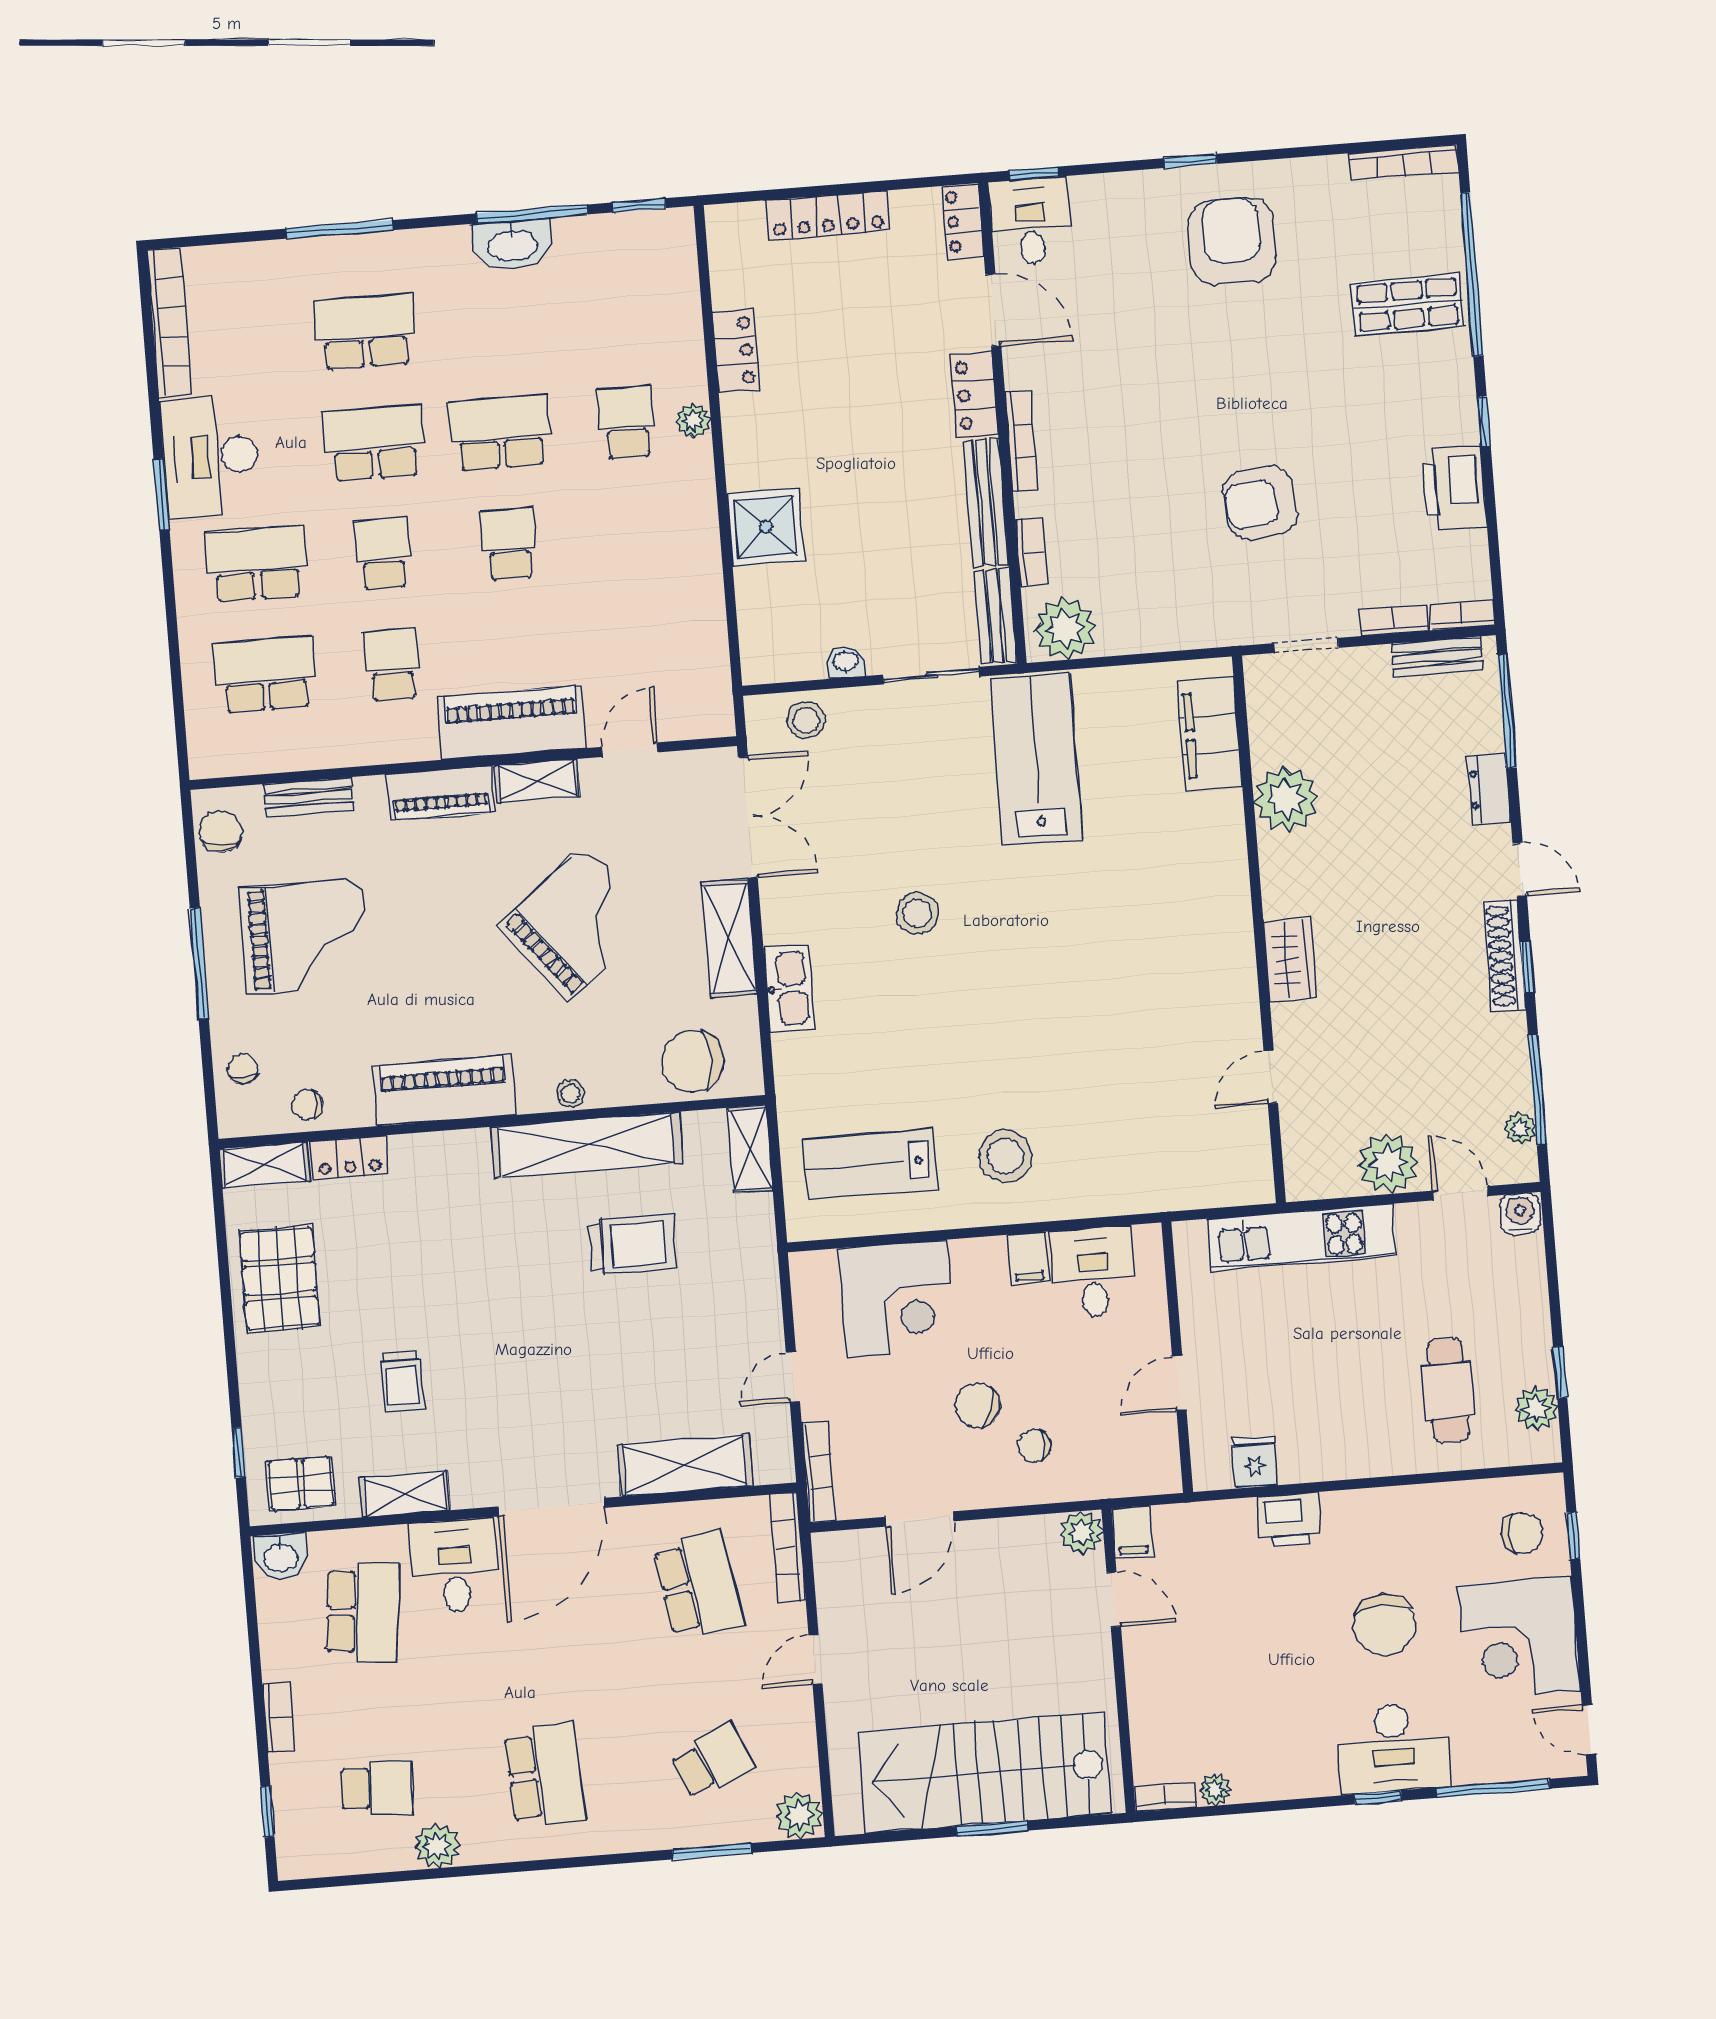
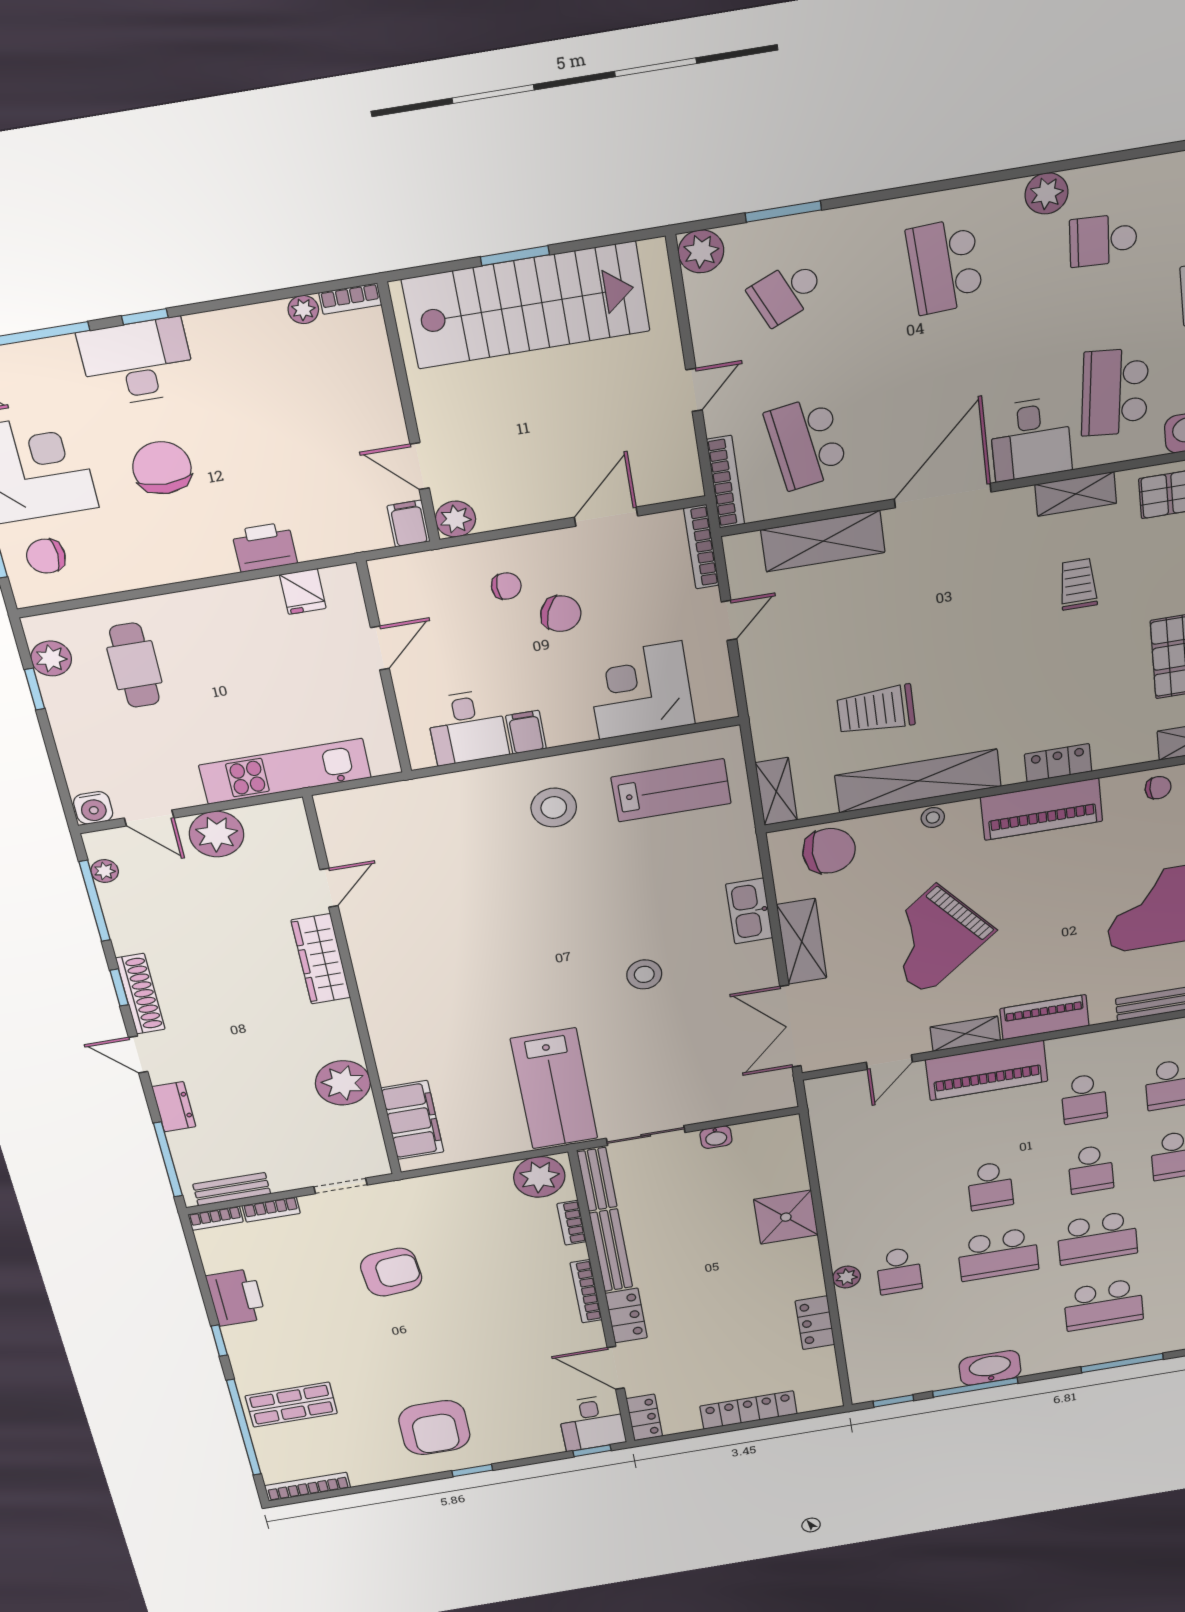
stool: (806, 720) -> (746, 1096), removed
wardrobe: (1290, 960) -> (321, 959), width x1.50
locker: (349, 1157) -> (1058, 763), moved

